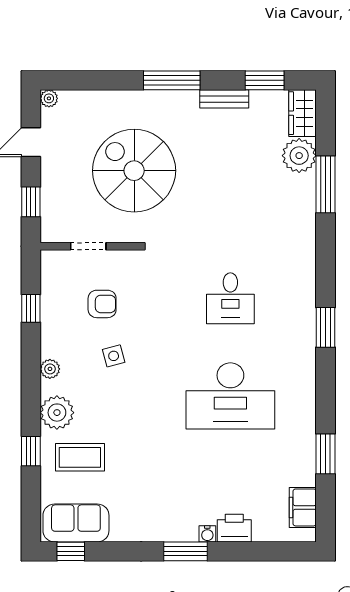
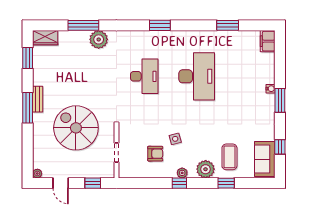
bench: (224, 99) -> (38, 99), moved
plant: (299, 156) -> (99, 39), moved
spiral stairs: (134, 171) -> (76, 128), turned 90
desk: (230, 298) -> (144, 76), width x1.37
armchair: (102, 304) -> (155, 154), moved, turned 90
window: (31, 308) -> (179, 183), moved
filing cabinet: (303, 507) -> (268, 41), moved, turned 90
printer: (234, 528) -> (267, 74), removed
window: (71, 551) -> (280, 147), moved

